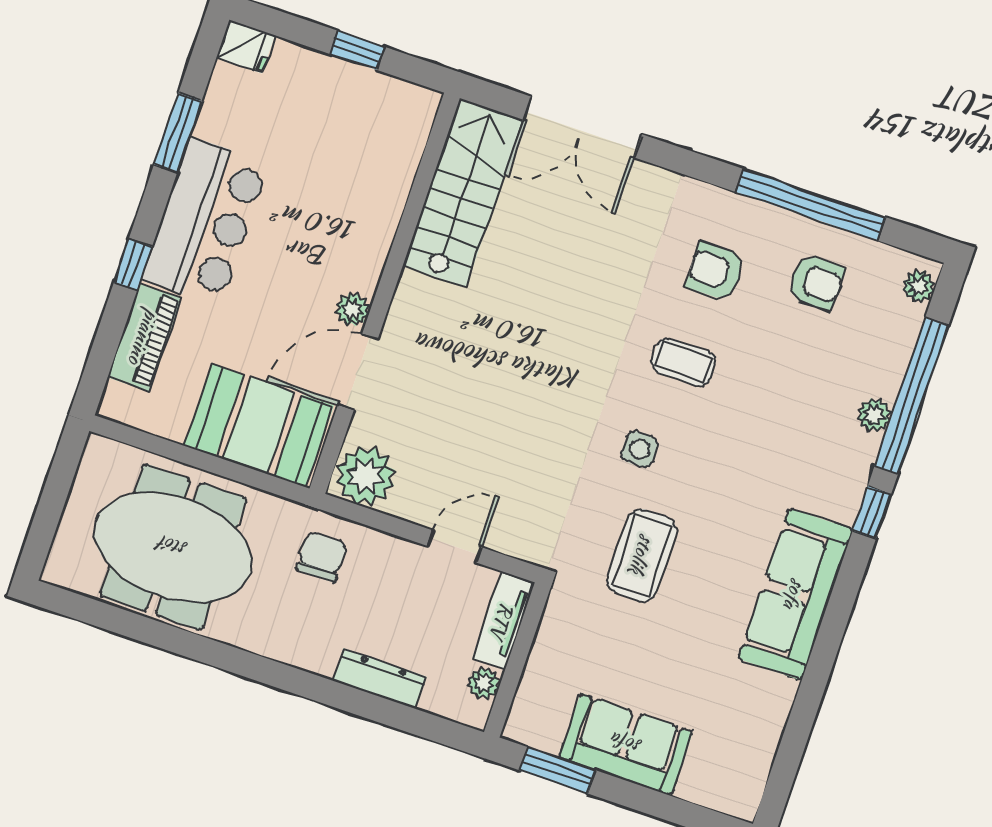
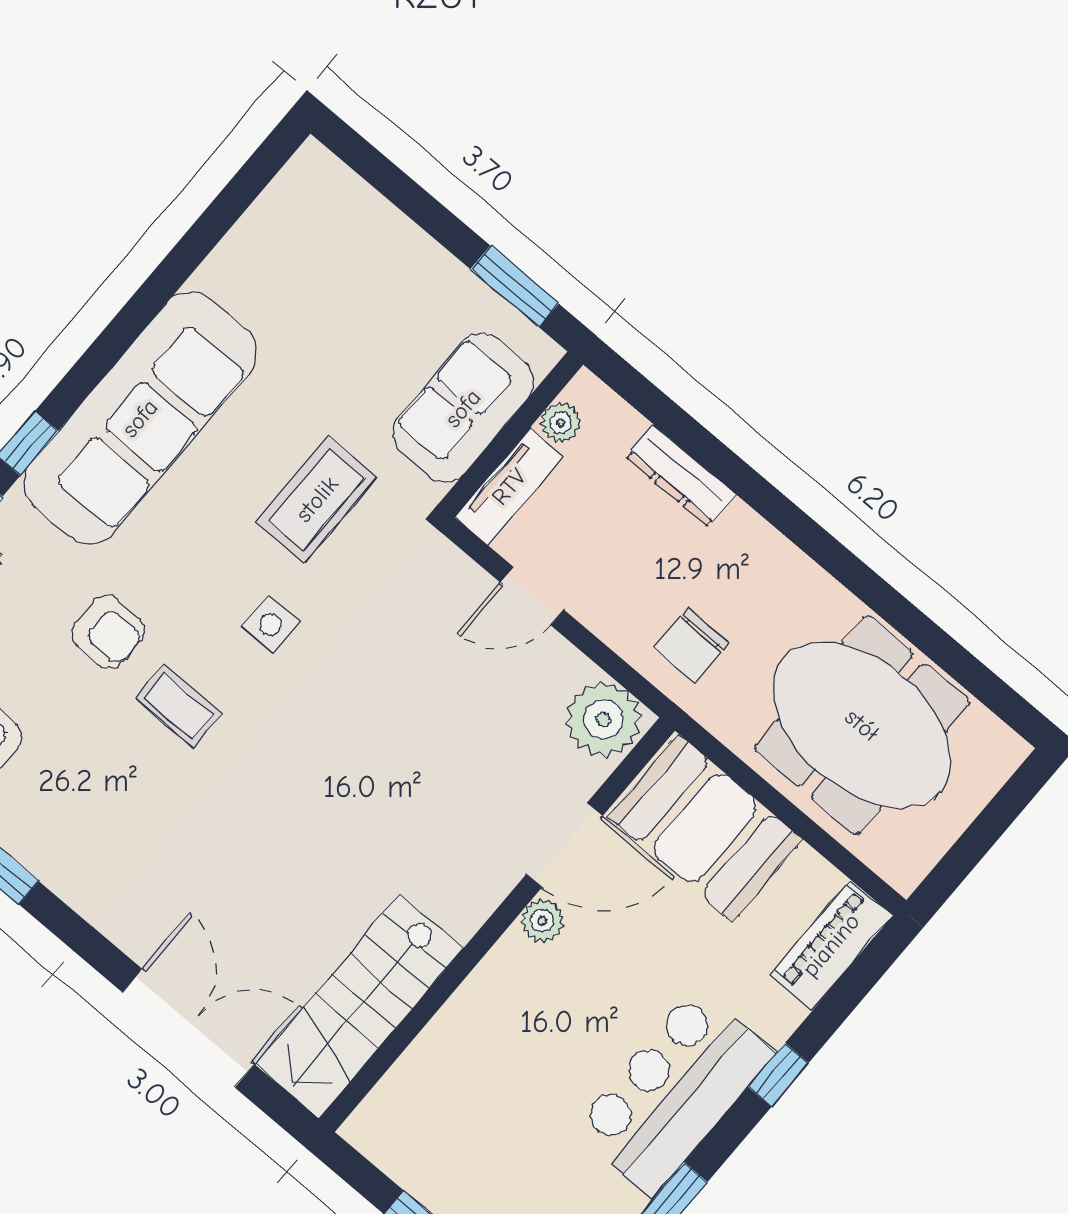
armchair: (716, 271) -> (108, 632), moved
piano: (144, 337) -> (831, 945), moved
sofa: (795, 594) -> (140, 418), width x1.36, depth x1.27
sofa: (626, 744) -> (463, 408), moved, turned 90

